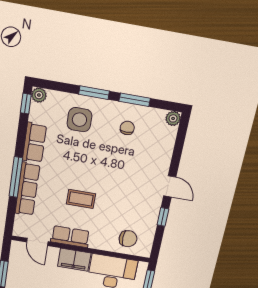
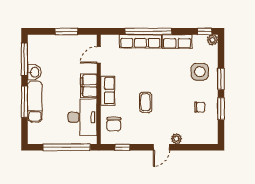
plant: (173, 118) -> (176, 139), moved
window: (16, 177) -> (148, 31), width x1.46
coffee table: (81, 199) -> (146, 102), moved
window: (163, 217) -> (122, 147), moved
row of seats: (70, 237) -> (108, 91), moved

